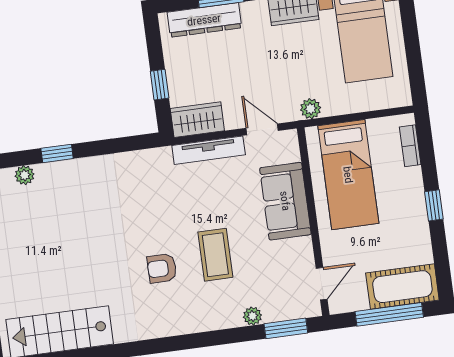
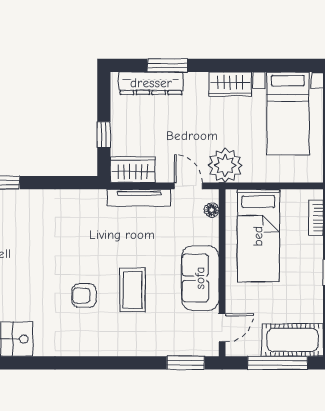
plant: (311, 109) -> (225, 165), width x1.88, depth x1.88
floor lamp: (292, 153) -> (212, 210), added
sofa: (285, 201) -> (200, 278), moved
plant: (252, 316) -> (158, 348), removed

